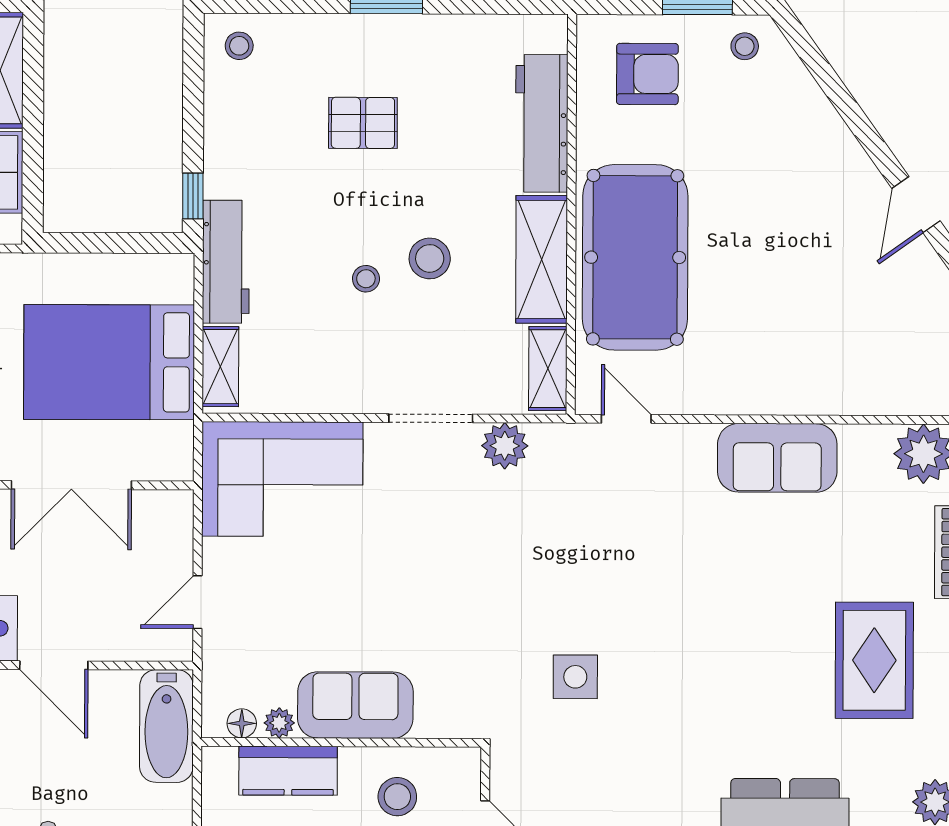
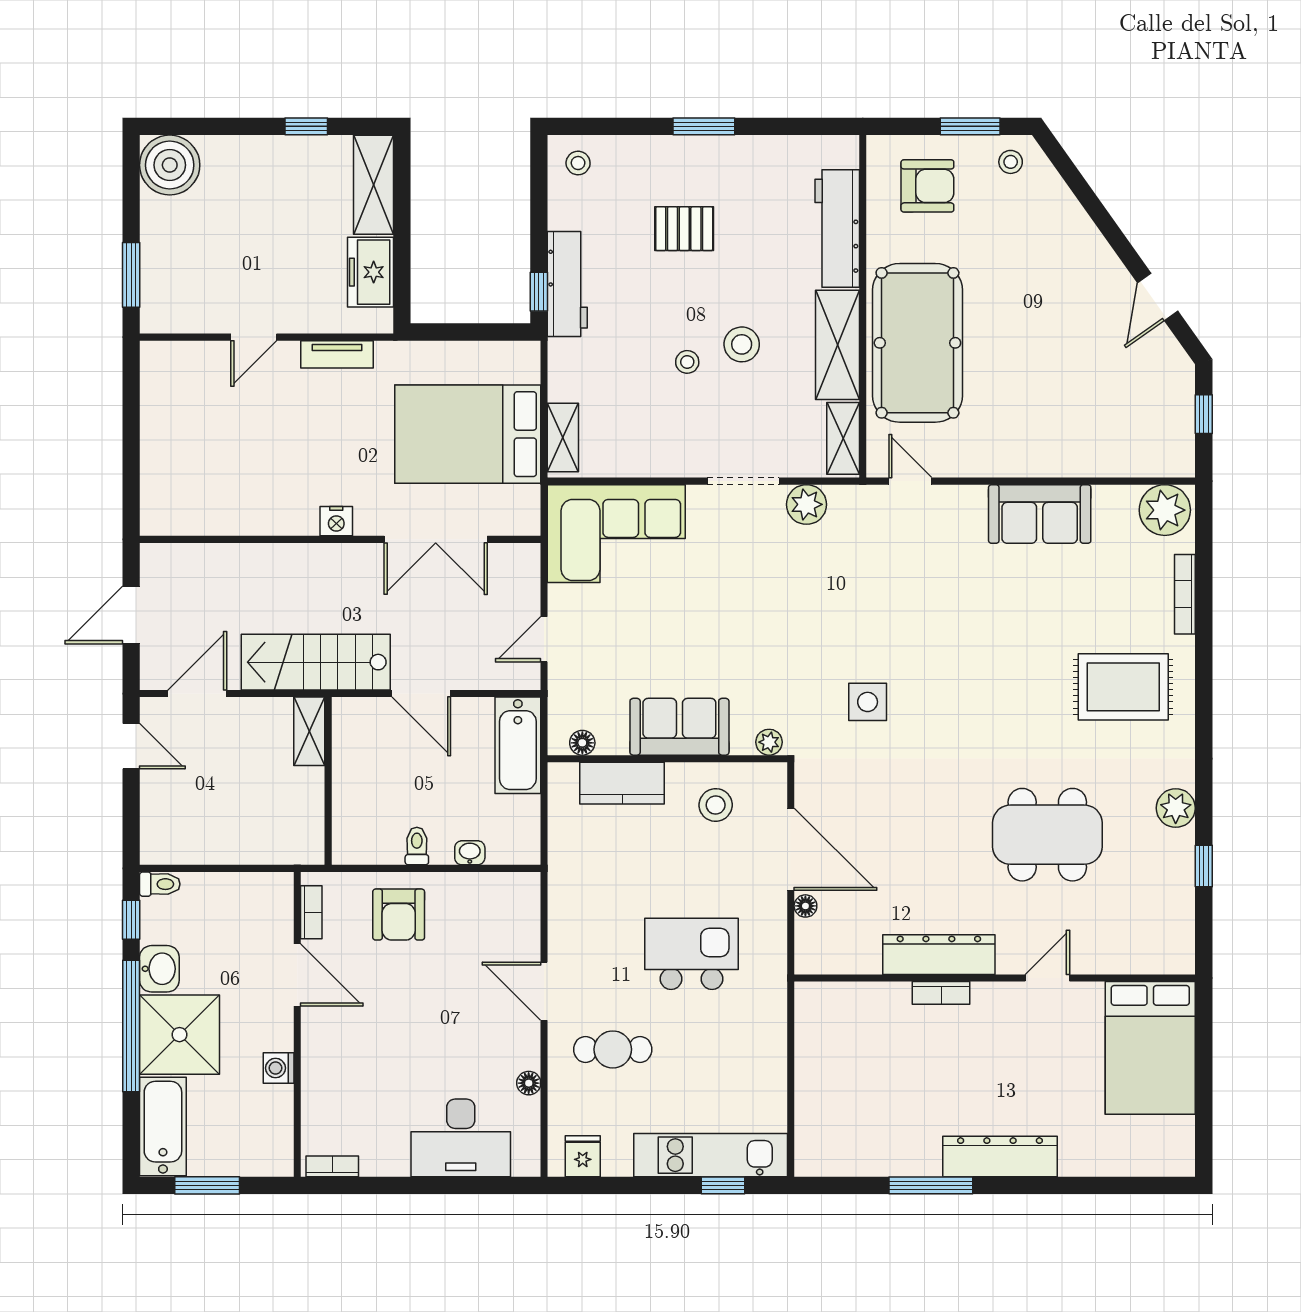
workbench: (226, 262) -> (567, 284), moved
rug: (874, 660) -> (1123, 687), turned 90
plant: (279, 723) -> (769, 742), moved

